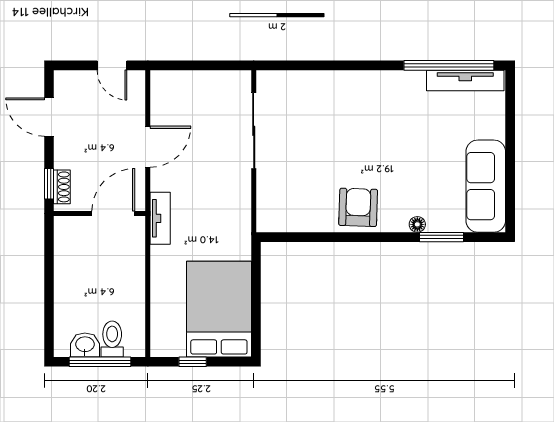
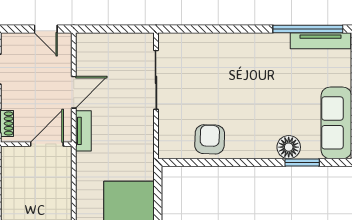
armchair: (358, 207) -> (210, 139), moved
tv unit: (160, 218) -> (83, 131), moved
floor lamp: (417, 224) -> (289, 147), width x1.89, depth x1.89

